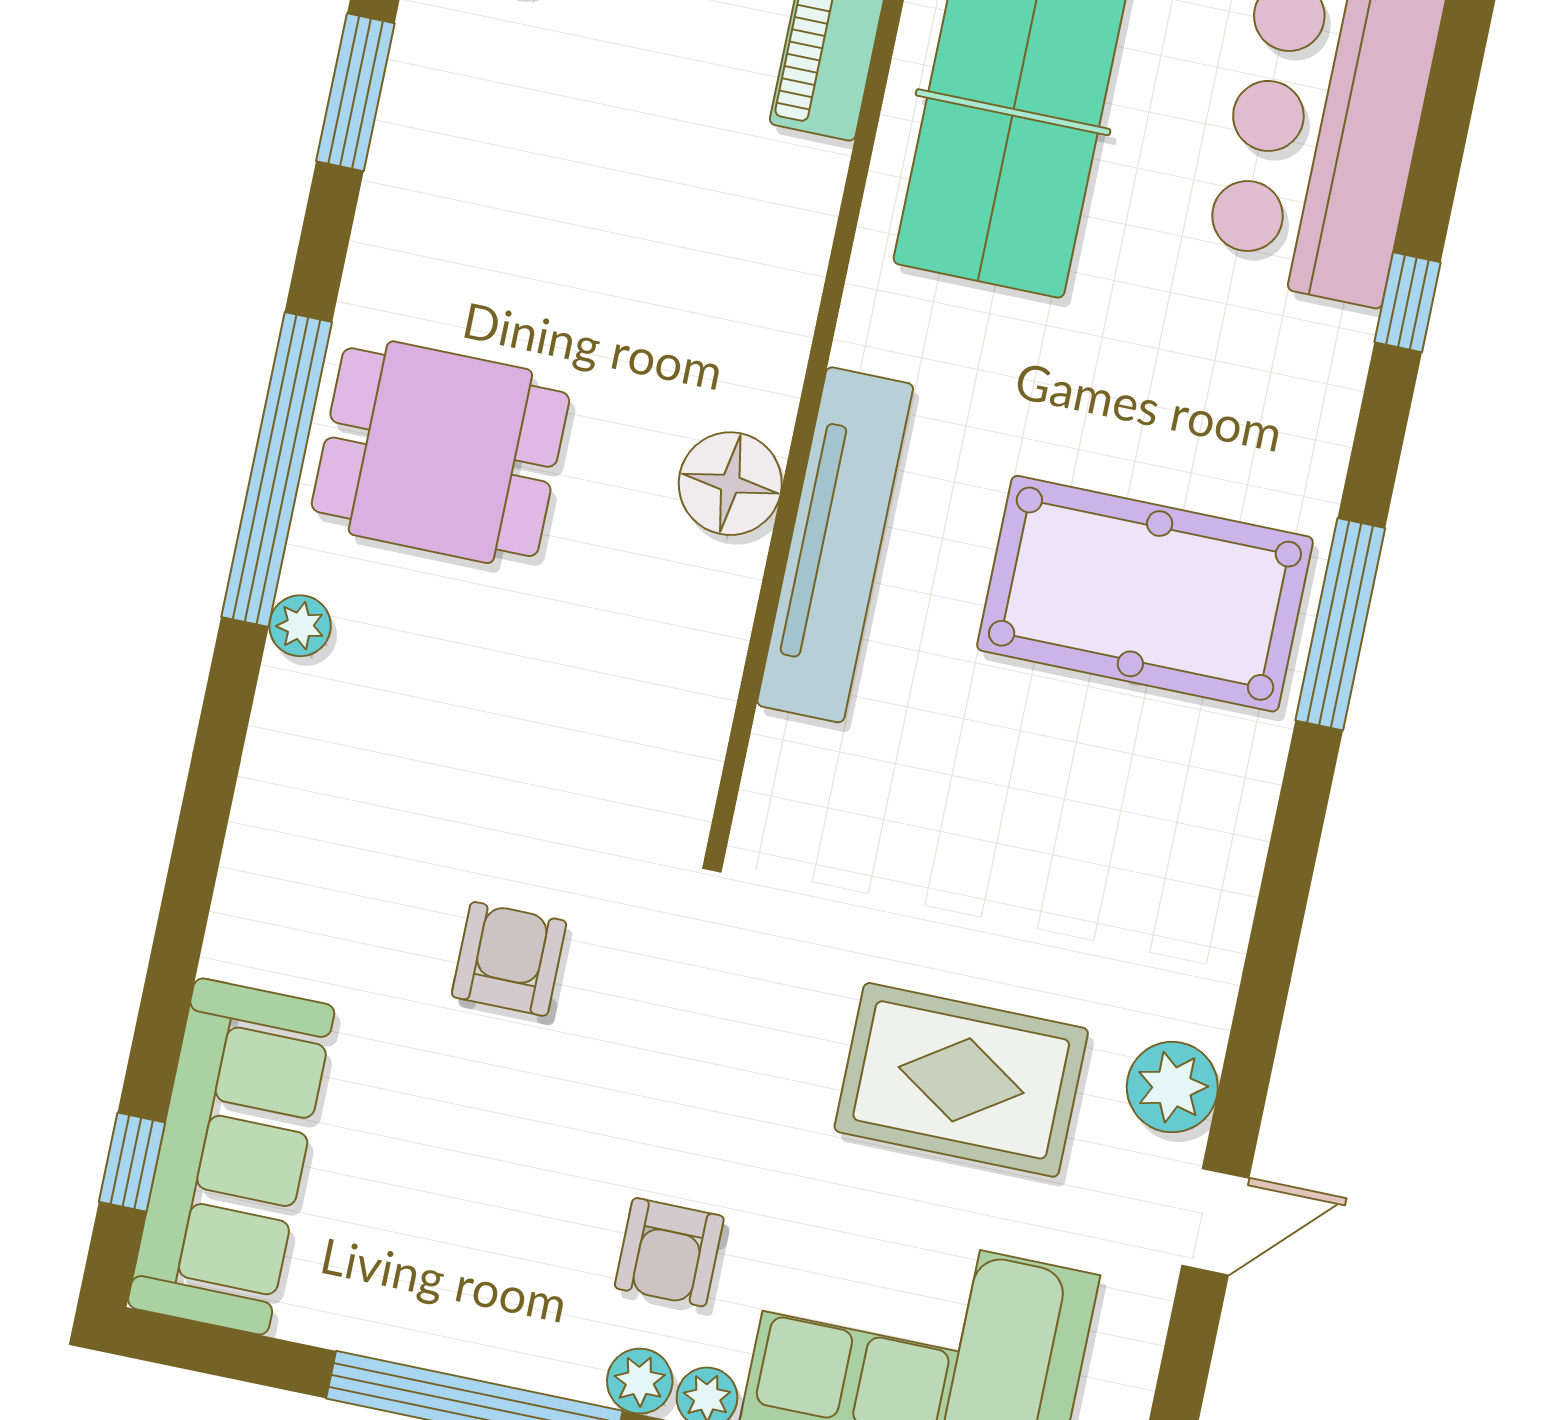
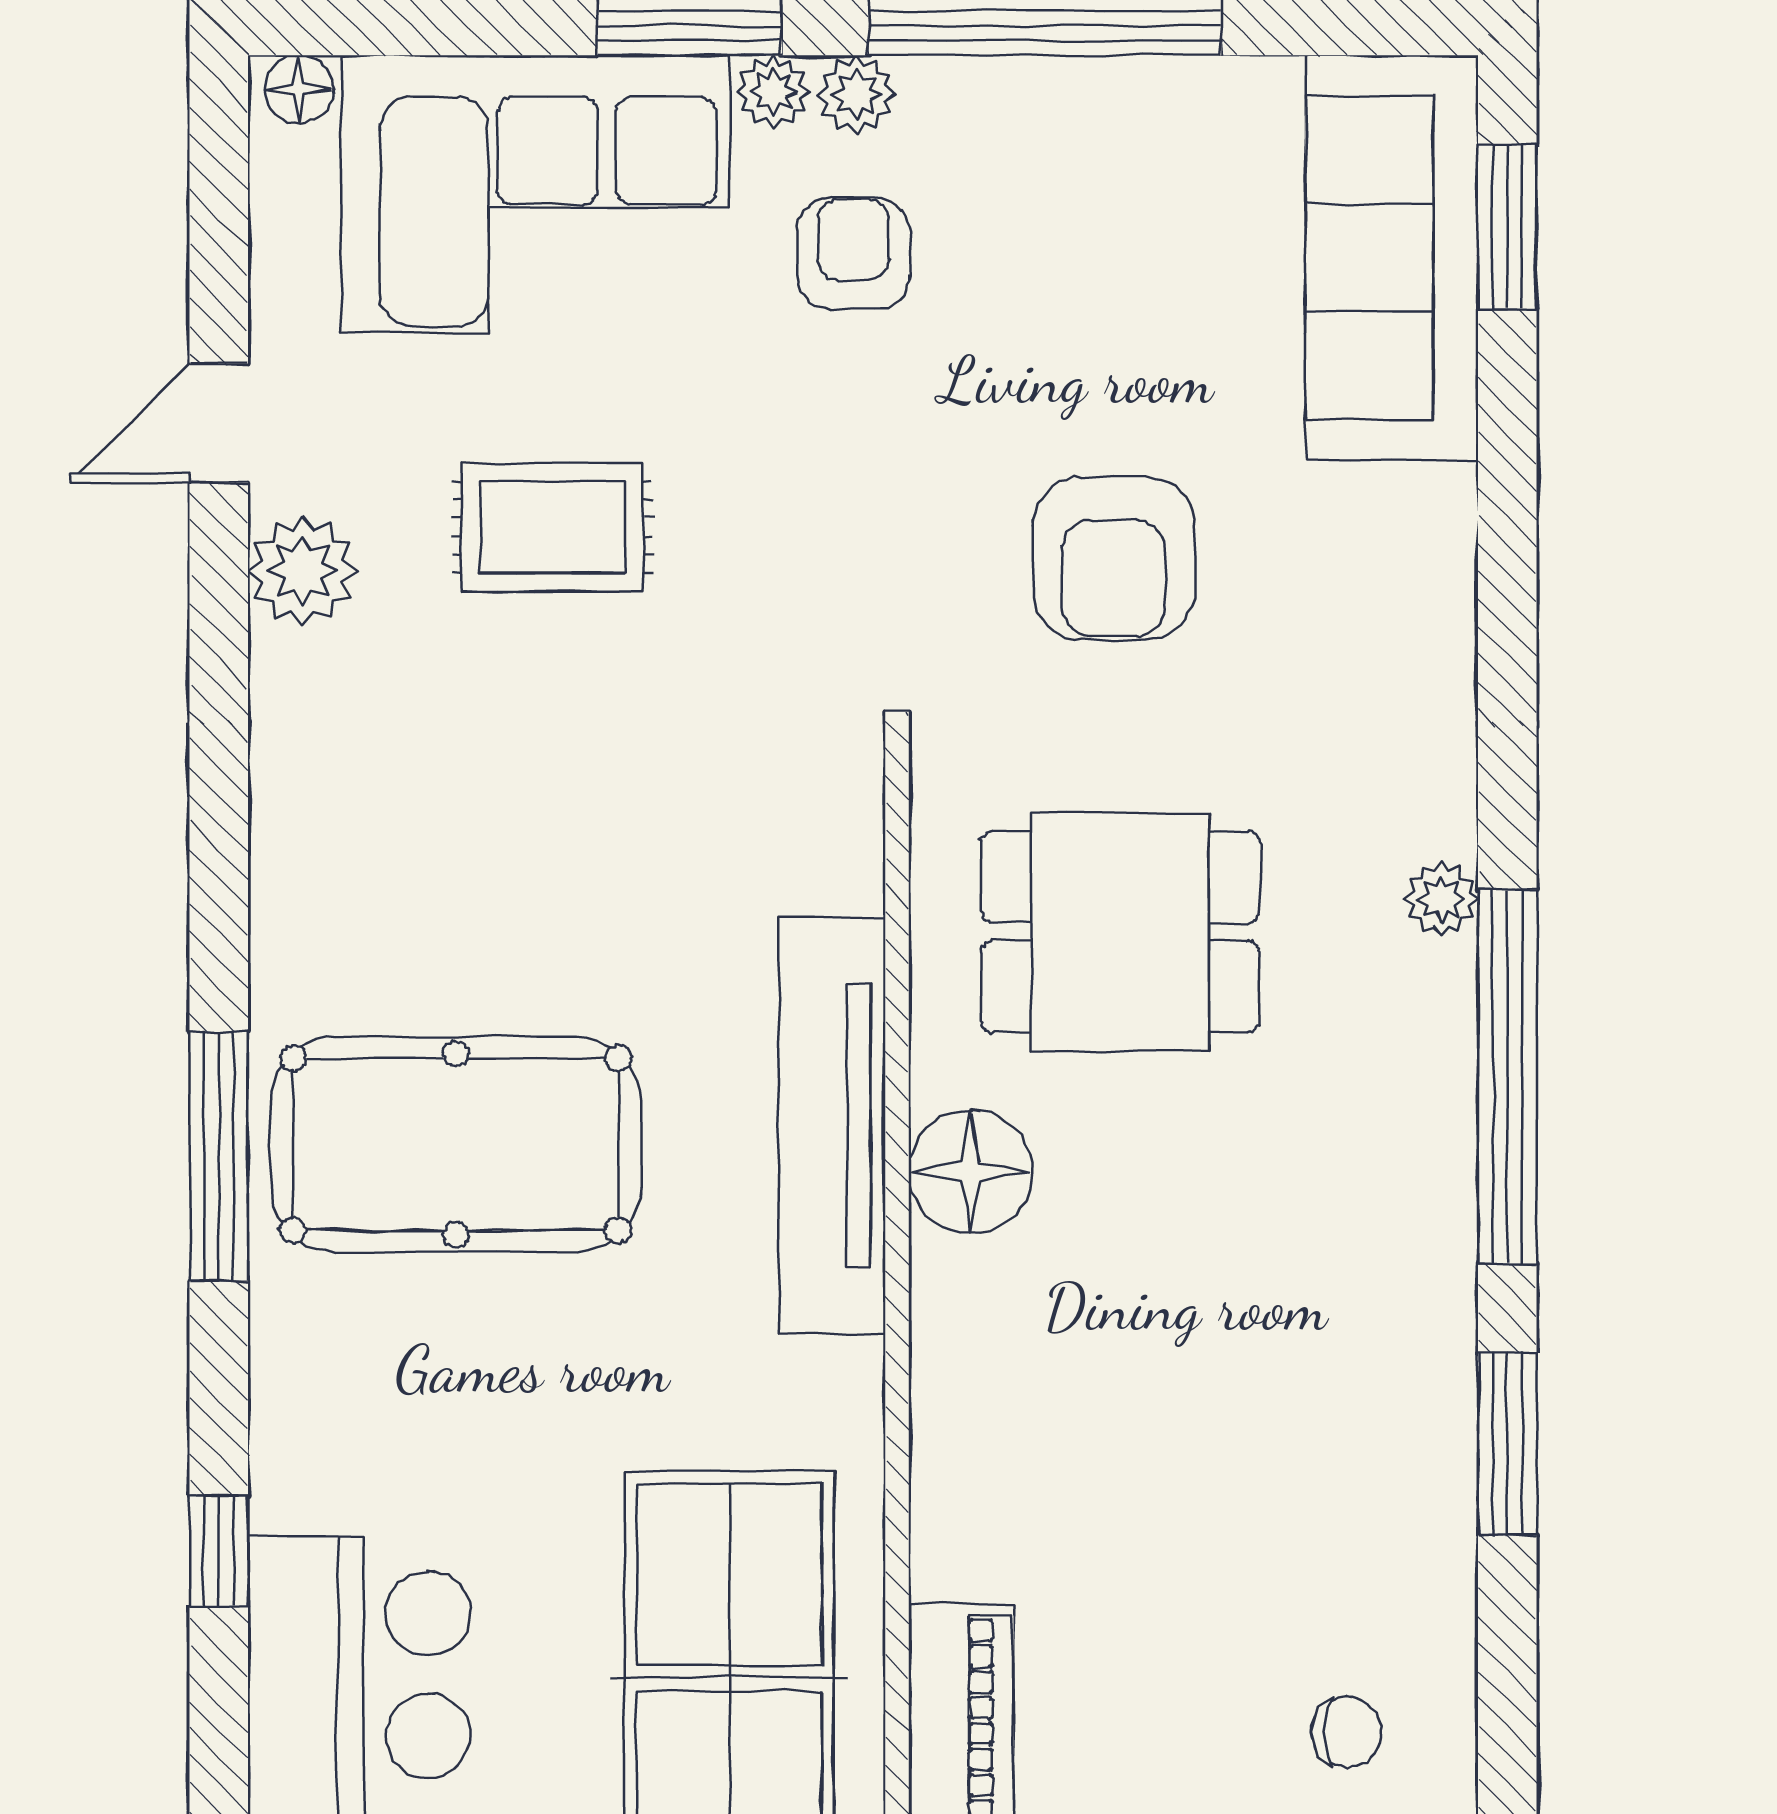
window: (355, 92) -> (1507, 1444), moved
dining table: (440, 452) -> (1120, 932), moved
armchair: (509, 959) -> (1114, 559), width x1.38, depth x1.38
rug: (961, 1080) -> (553, 527), width x0.73, depth x0.70
window: (132, 1162) -> (1507, 227), width x1.50

